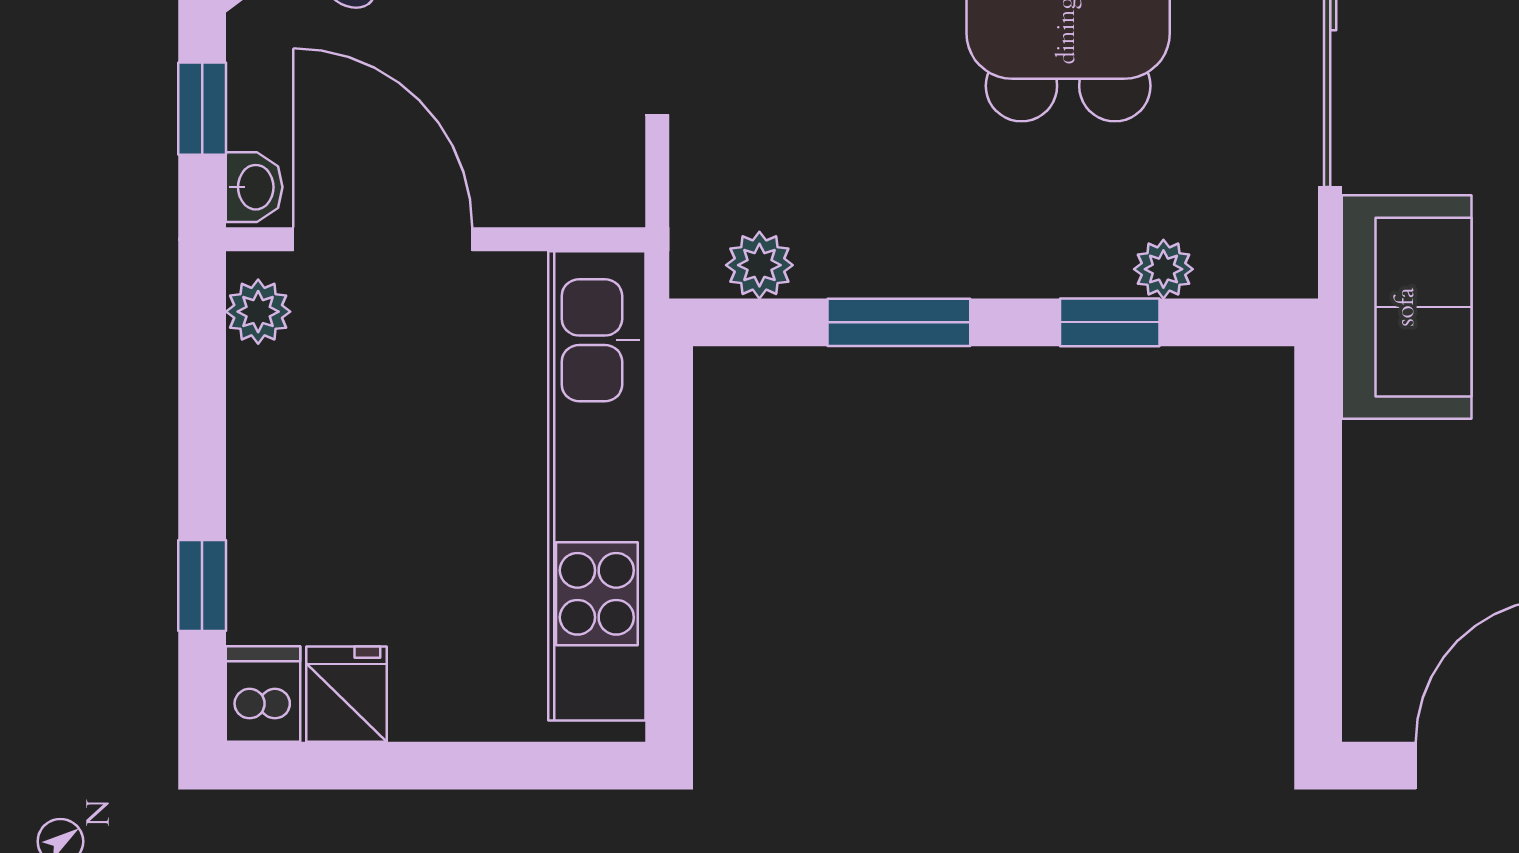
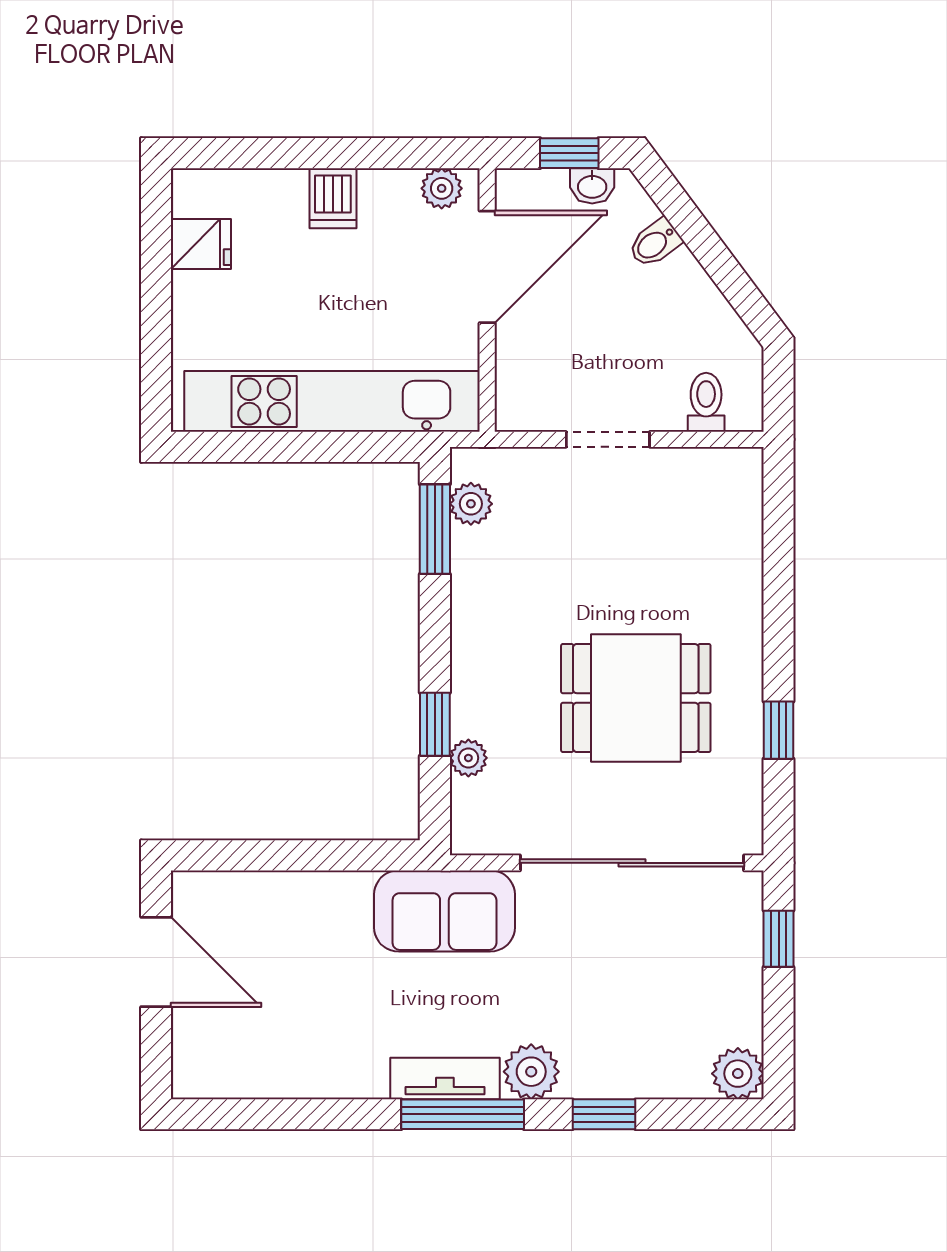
washbasin: (254, 187) -> (592, 186), moved
window: (899, 322) -> (435, 529), moved
window: (202, 585) -> (269, 153), removed
dishwasher: (263, 694) -> (333, 198), moved, turned 90

